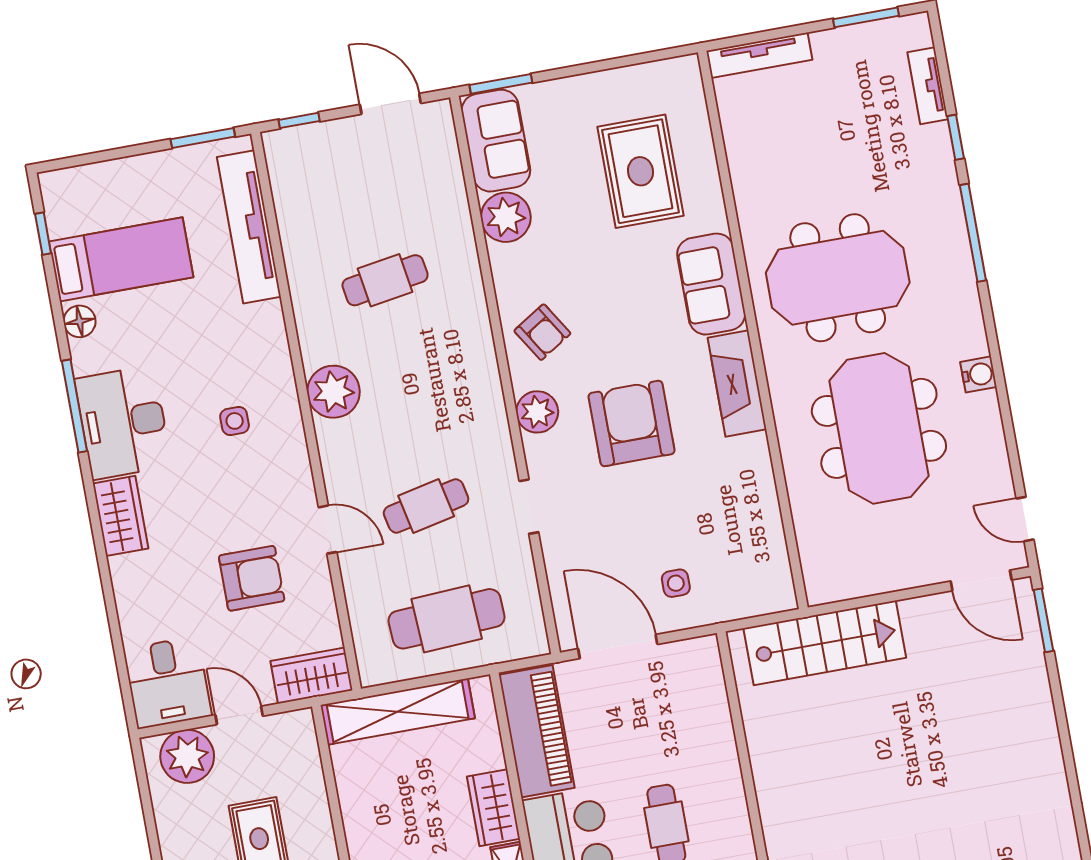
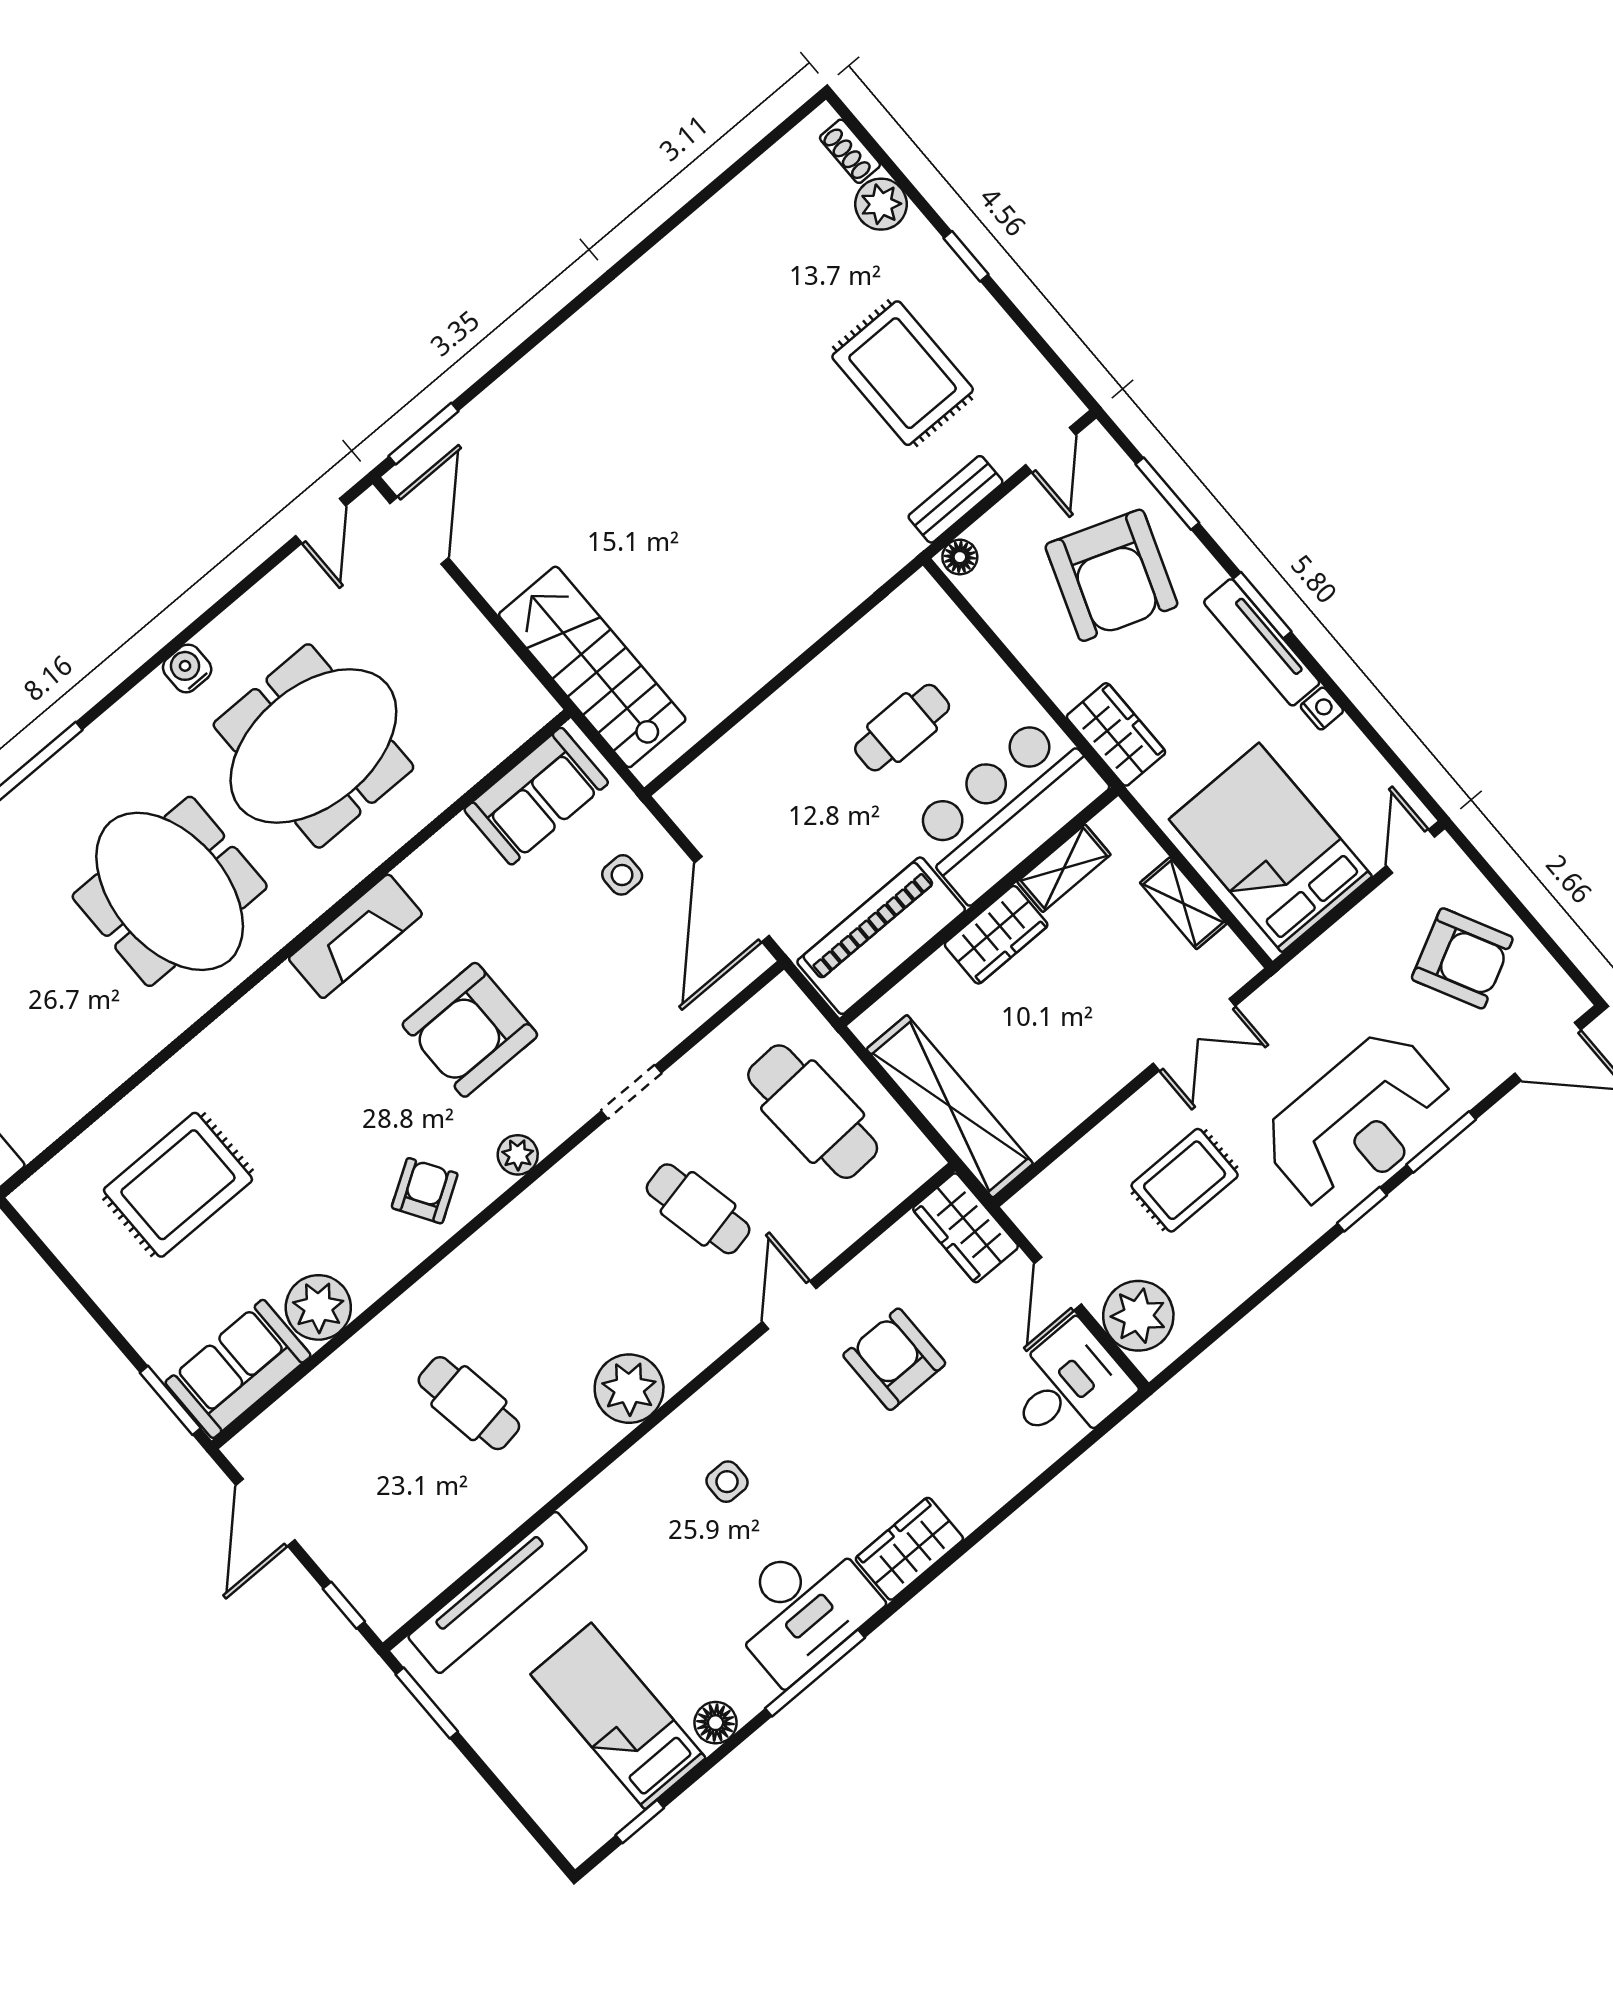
sofa: (711, 284) -> (536, 796), moved
plant: (537, 412) -> (518, 1155), width x0.73, depth x0.73

